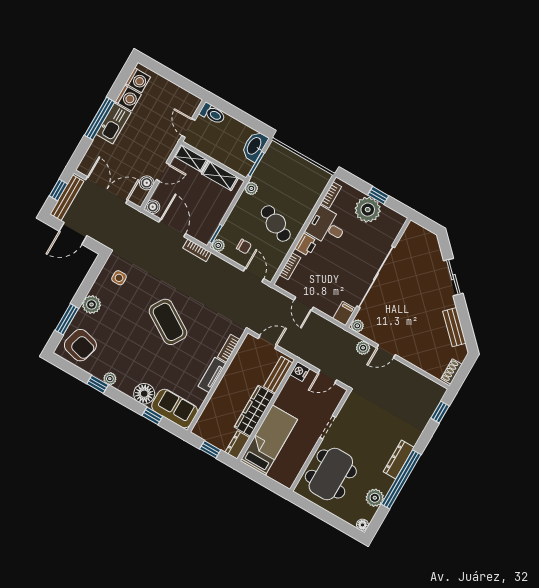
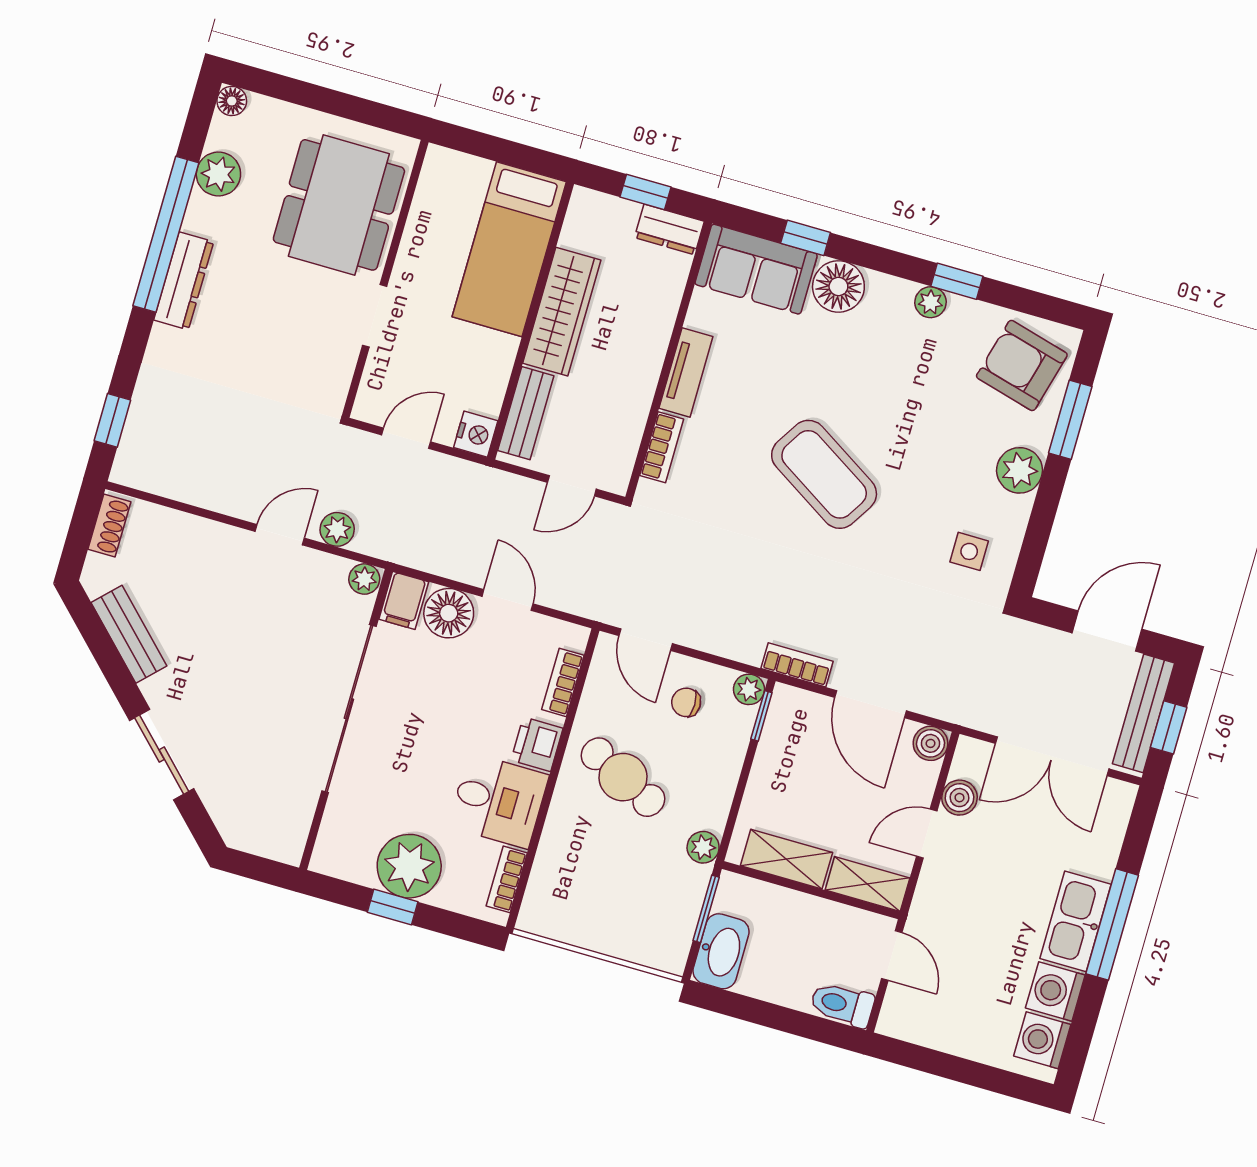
floor lamp: (328, 304) -> (449, 613), added
dresser: (237, 445) -> (669, 229), moved, turned 90

